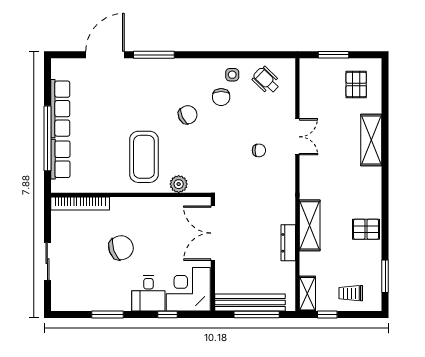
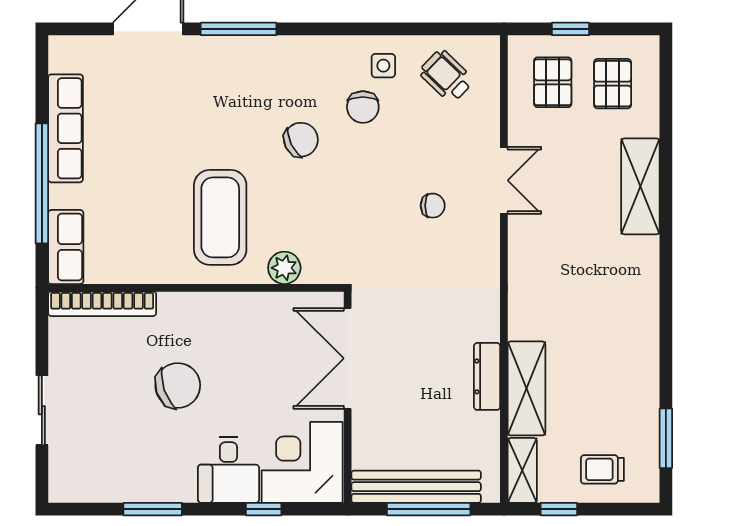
window: (333, 55) -> (571, 29), width x0.67
row of seats: (60, 159) -> (66, 247), moved
shelving: (310, 225) -> (526, 388), moved
pallet: (366, 229) -> (553, 82), moved, turned 90

